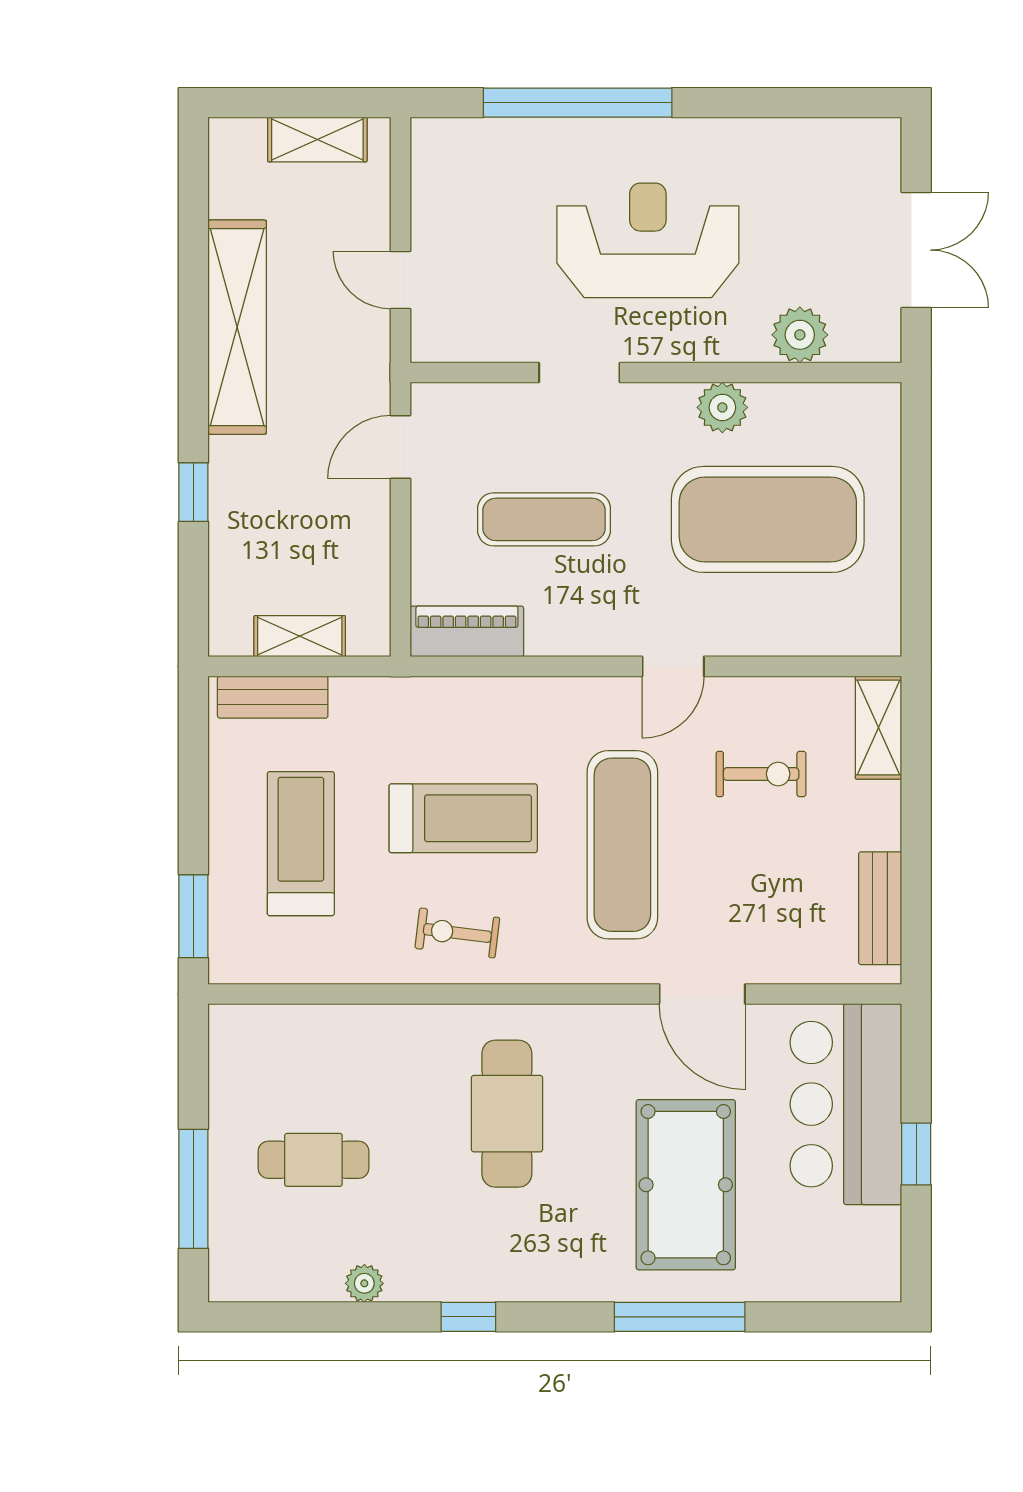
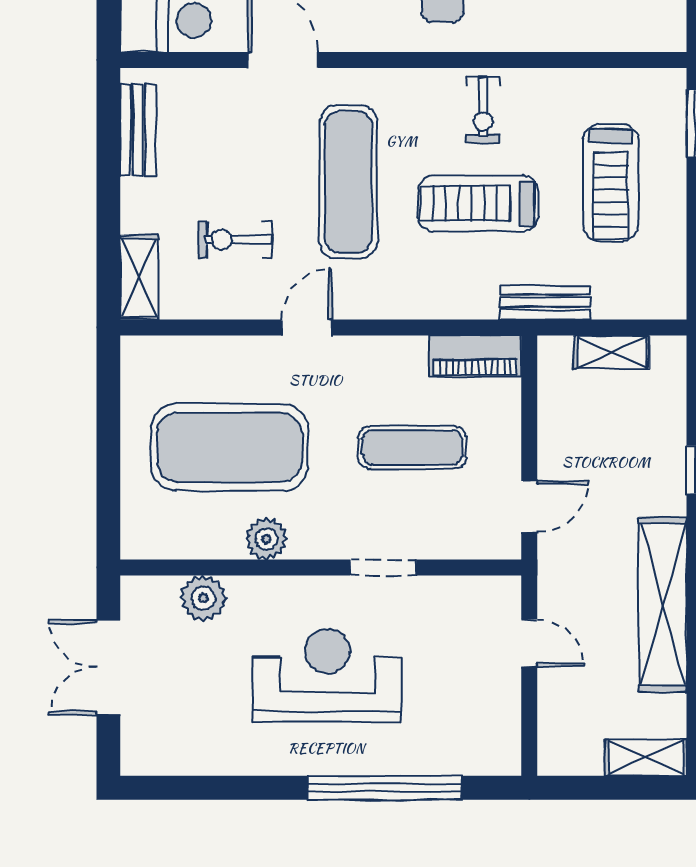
shelving: (317, 139) -> (646, 758), moved
reception desk: (648, 240) -> (327, 675), turned 180
bench: (273, 697) -> (545, 302), moved
exercise bike: (457, 933) -> (483, 110), turned 83

